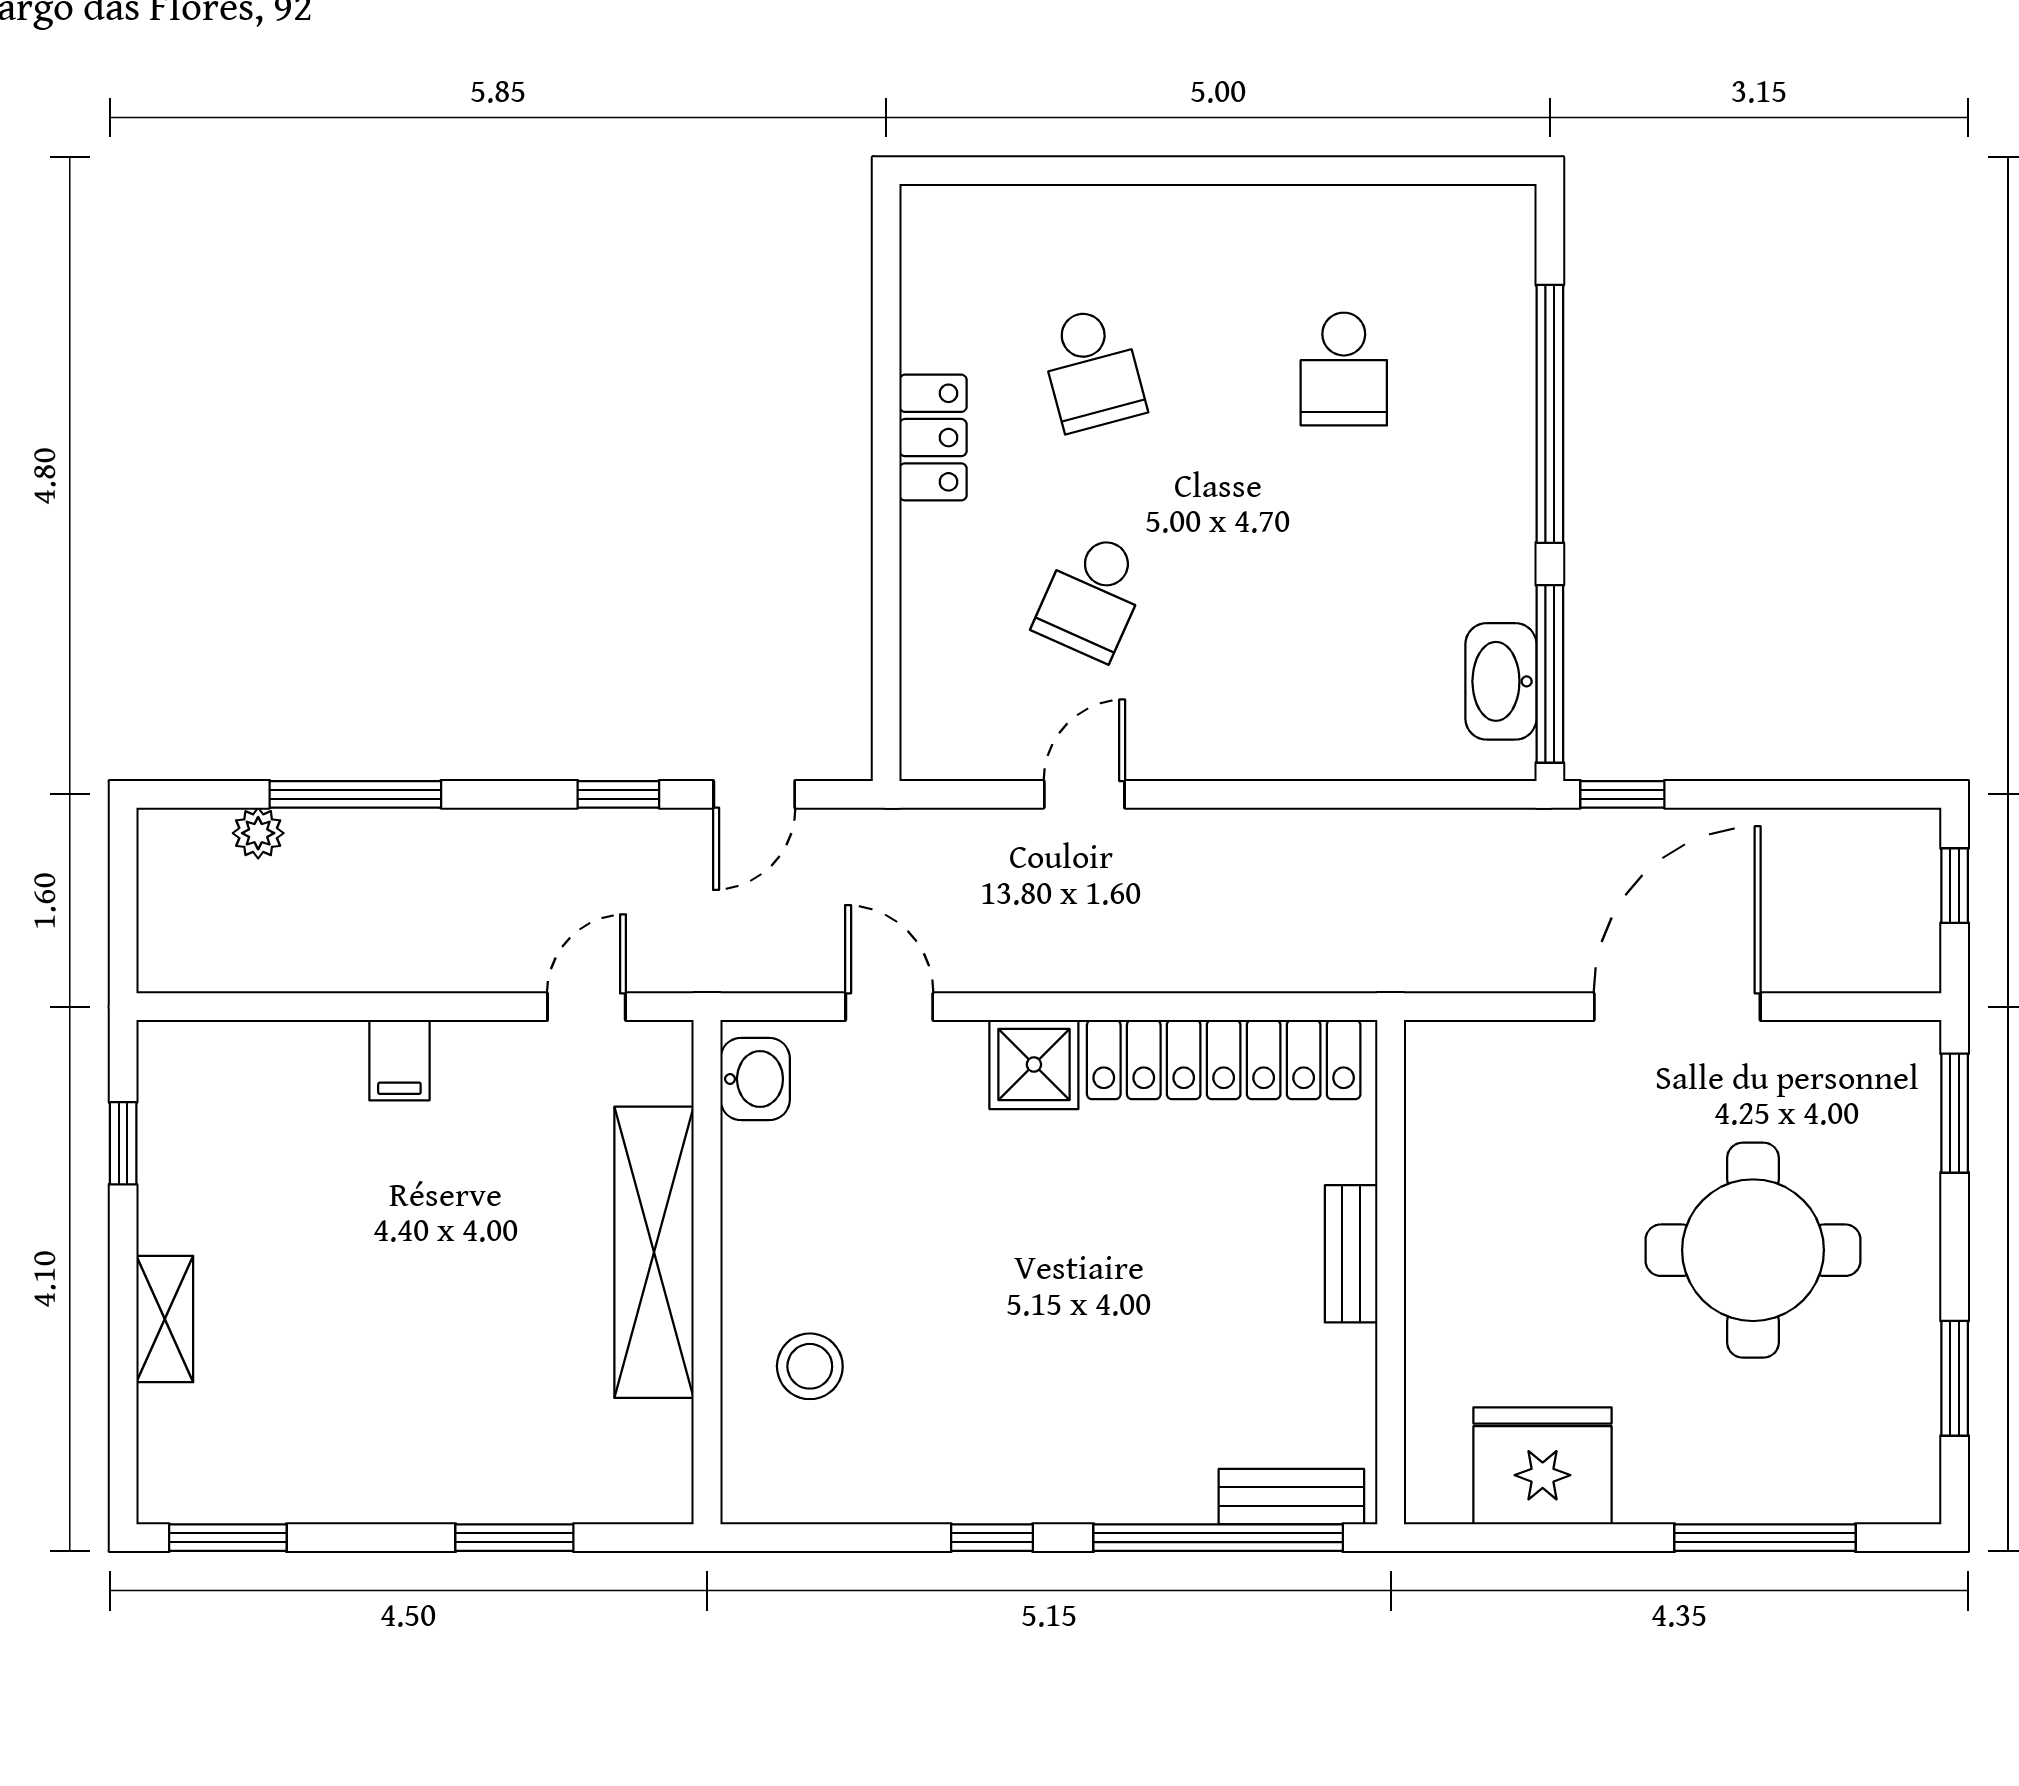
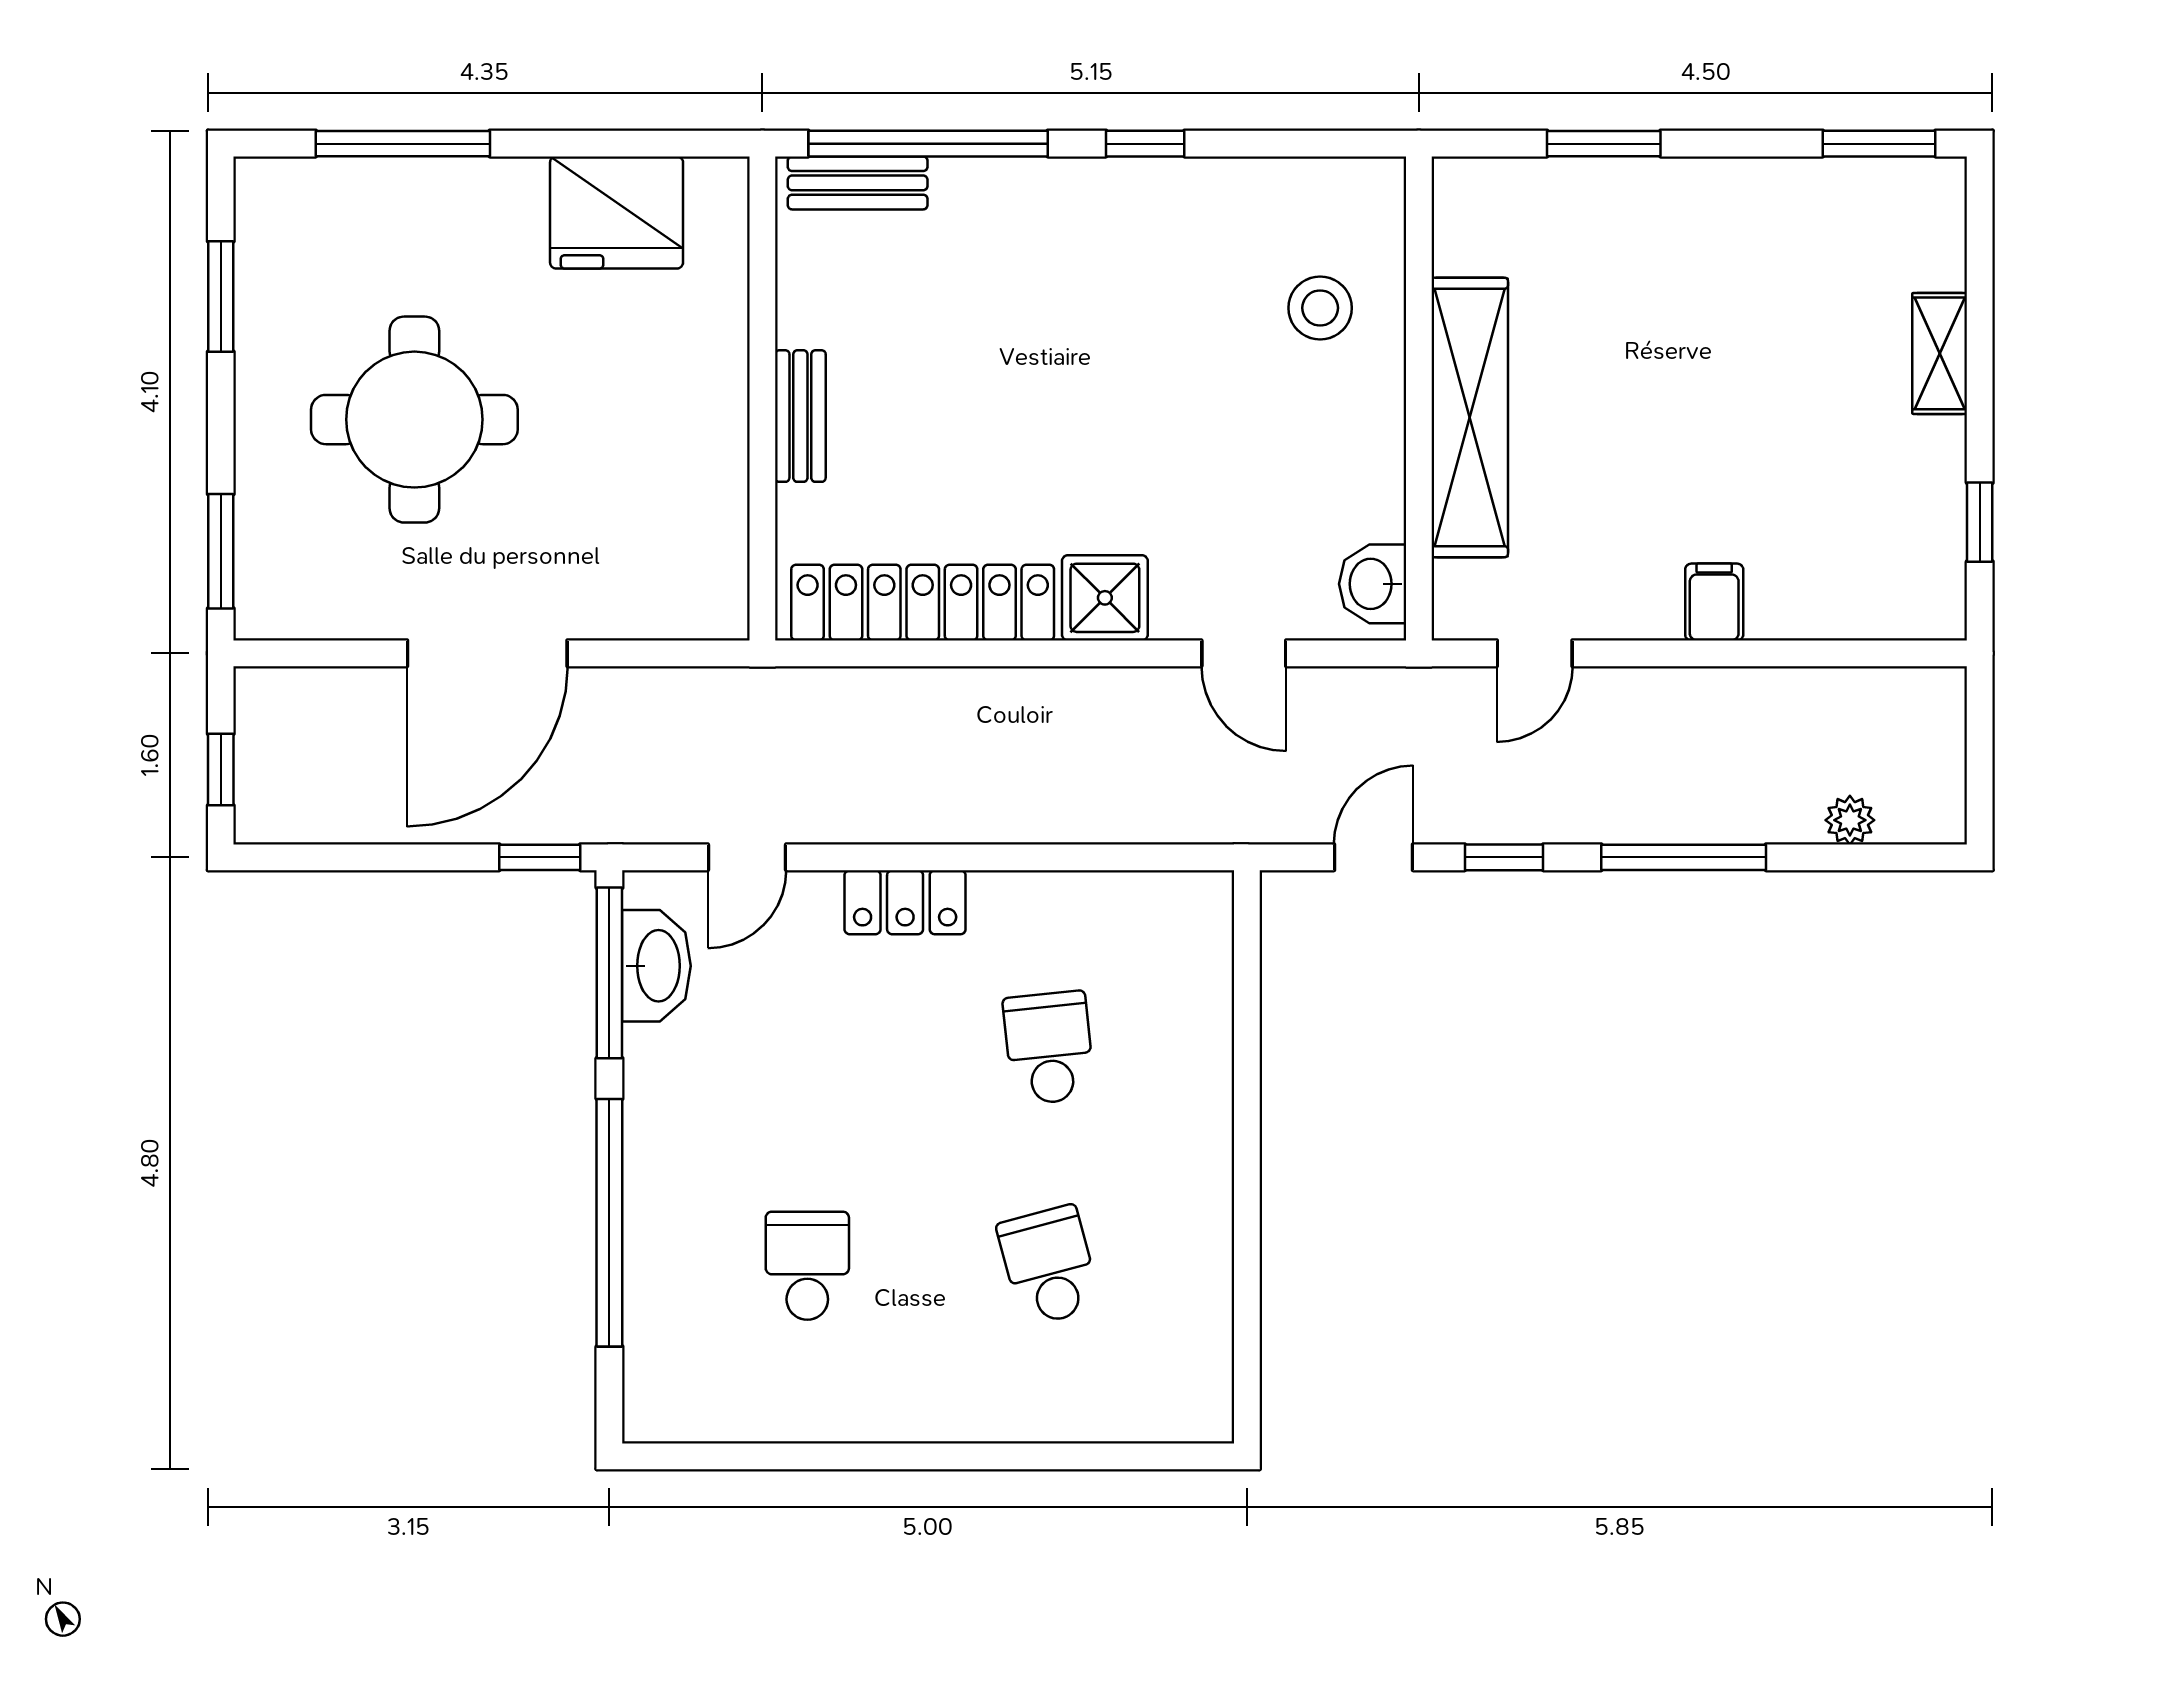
locker: (933, 438) -> (905, 902), moved, turned -90
school desk: (1092, 596) -> (1049, 1048), turned -30
window: (355, 794) -> (1684, 857), moved
door: (1084, 794) -> (747, 857), moved

